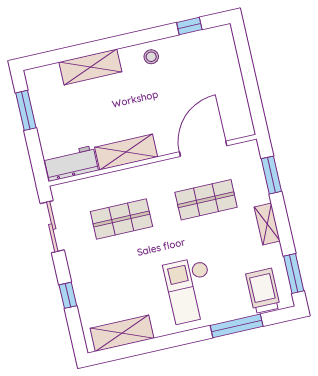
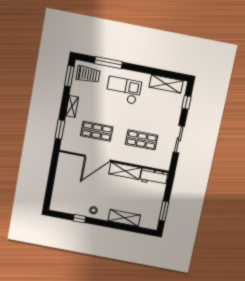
window: (189, 26) -> (79, 219), moved
door: (203, 149) -> (98, 158), moved
sliding door: (52, 227) -> (179, 139), moved
checkout: (190, 290) -> (123, 90), turned -90
trolley: (263, 291) -> (88, 74), turned -90
window: (68, 295) -> (187, 102), moved

